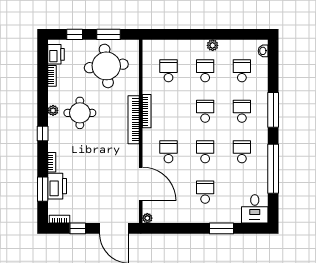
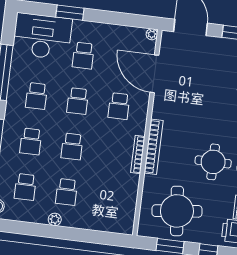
school desk: (168, 71) -> (108, 197), removed
desk: (255, 209) -> (42, 36), width x1.87, depth x1.30

